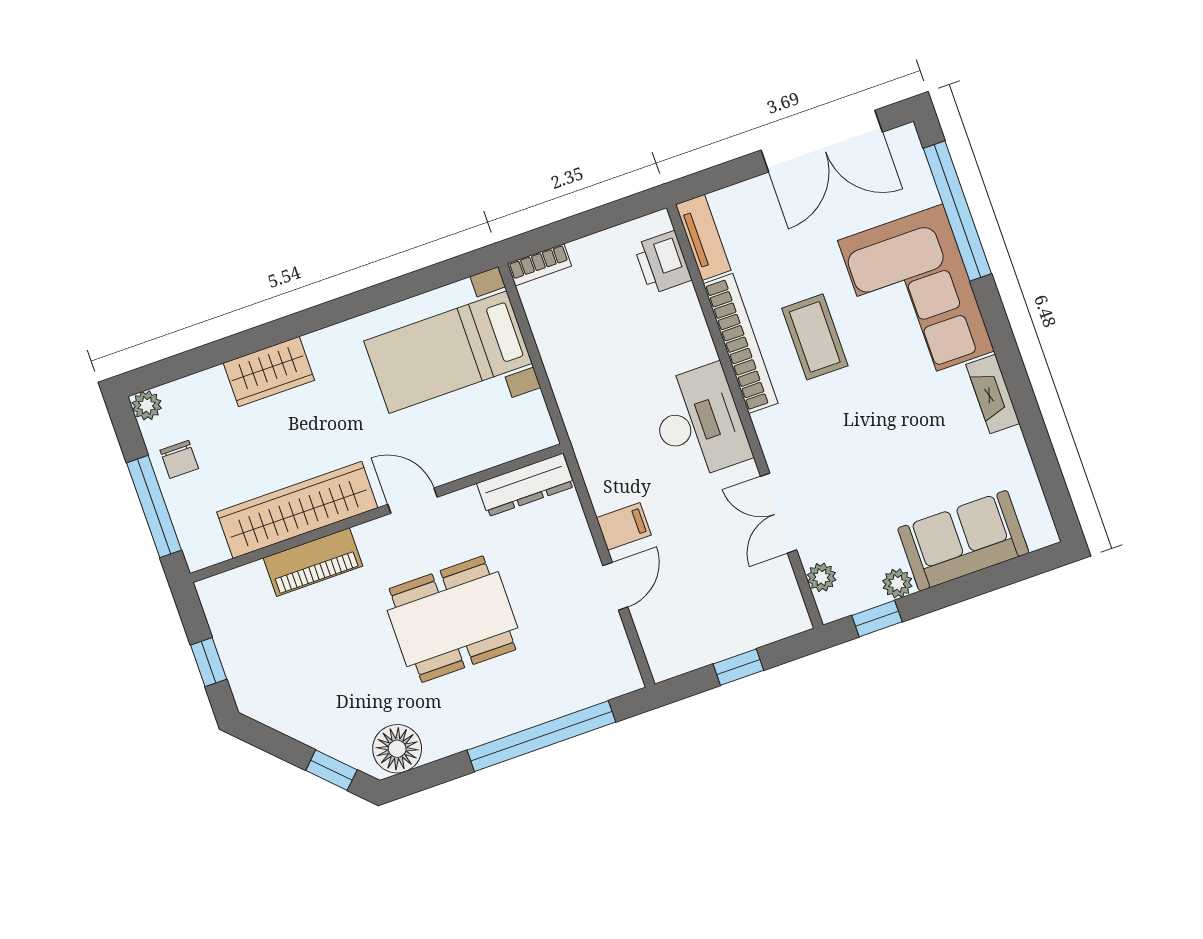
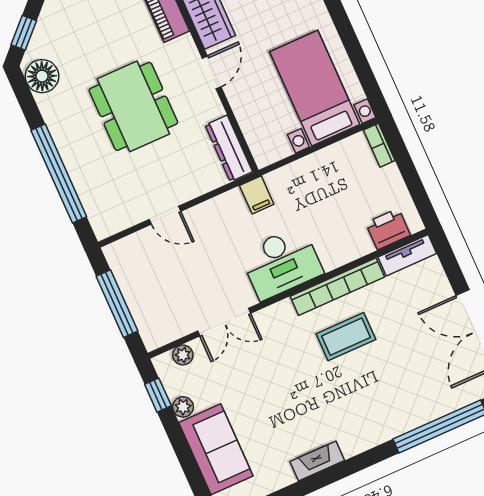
corner sofa: (916, 296) -> (380, 403), removed
double door: (779, 513) -> (224, 322), swing flipped
filing cabinet: (624, 526) -> (257, 195), moved
window: (738, 667) -> (117, 304), width x2.17

